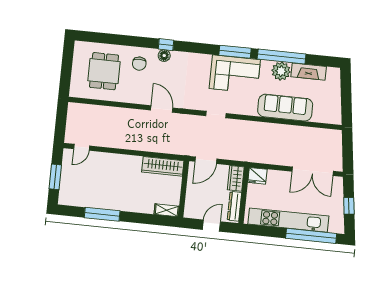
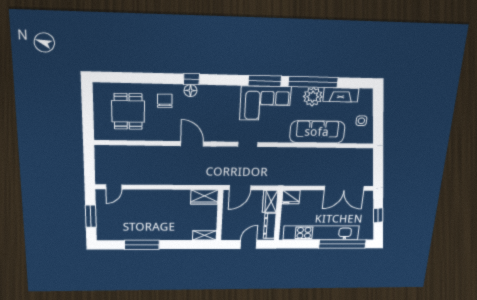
chair: (139, 64) -> (165, 101), turned 180
side table: (329, 100) -> (361, 121), added
wardrobe: (163, 166) -> (204, 197), width x0.67

